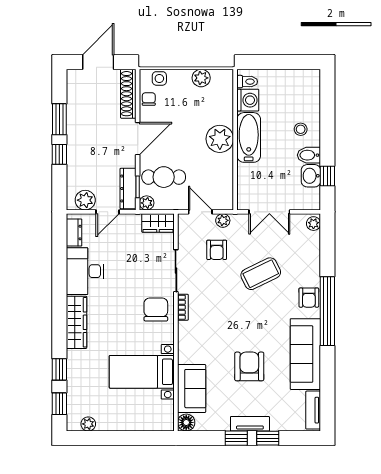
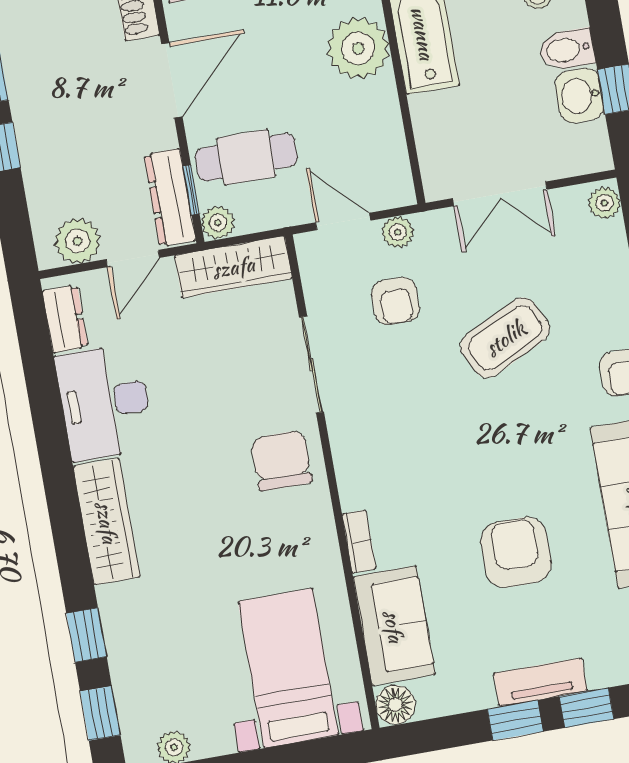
wardrobe: (158, 223) -> (233, 267), width x1.50
bookcase: (183, 307) -> (359, 542), moved
bed with nightstands: (142, 372) -> (288, 668), moved, turned 90

